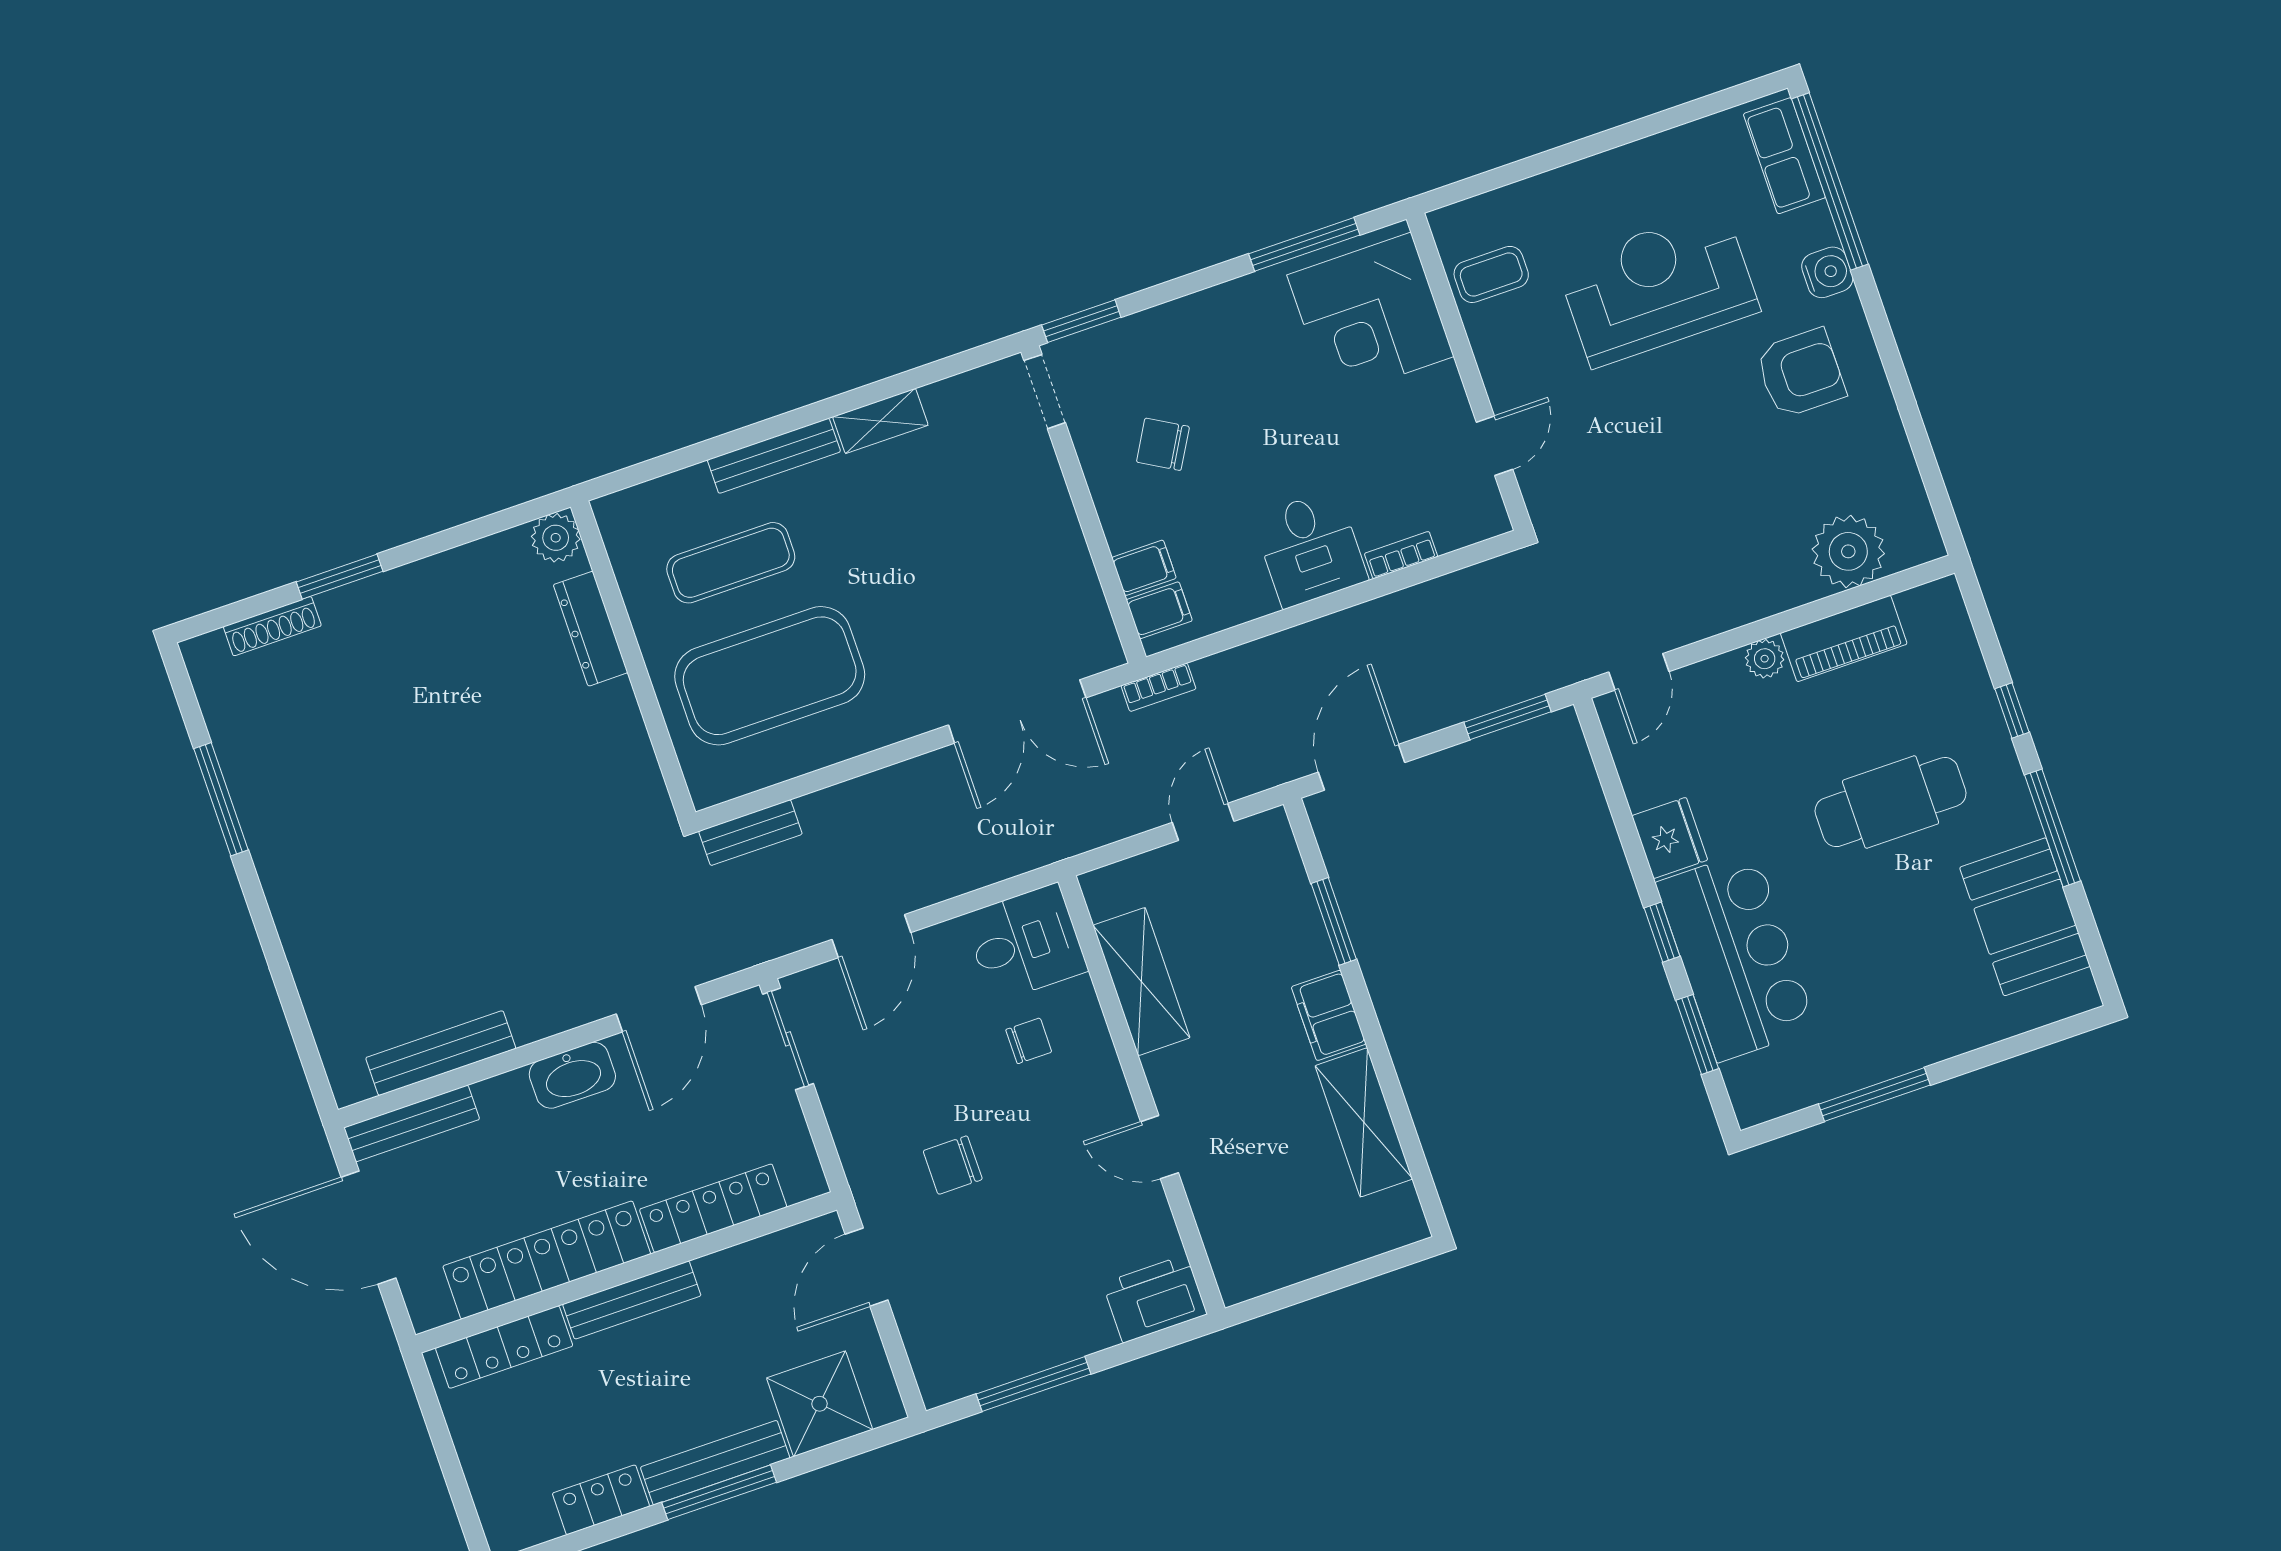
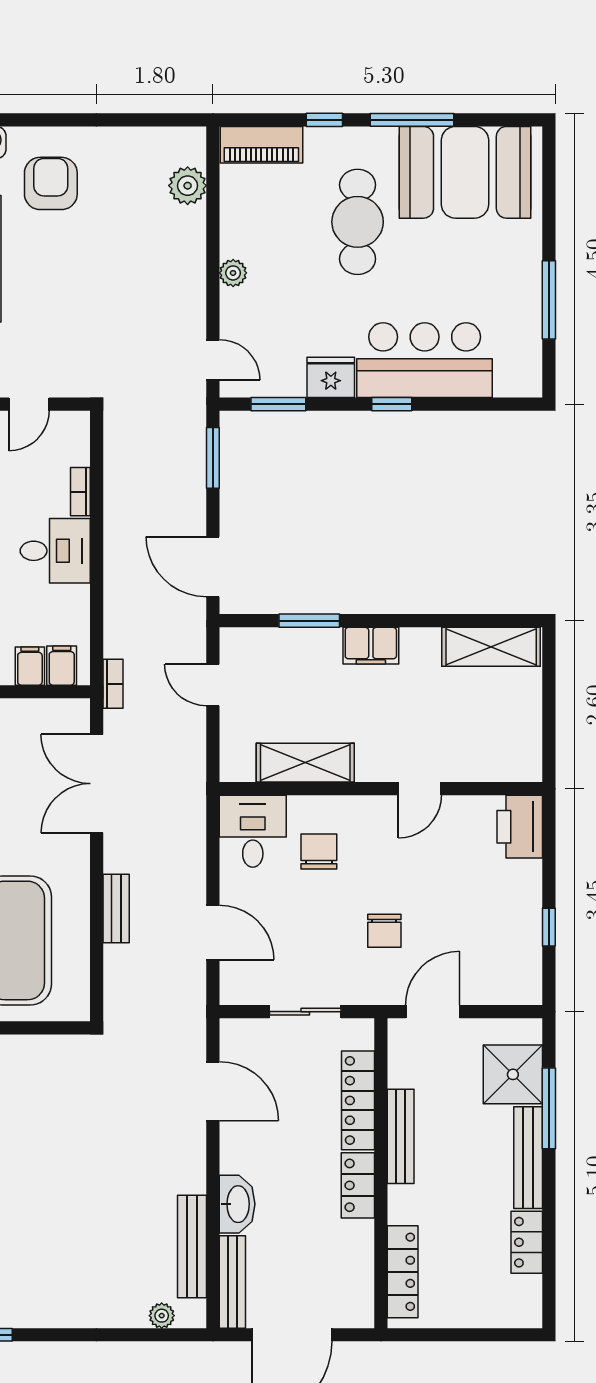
door: (1495, 446) -> (29, 404), swing flipped
plant: (1848, 551) -> (188, 186), width x0.73, depth x0.73
piano: (1844, 638) -> (261, 145), moved, turned 90
double door: (1017, 711) -> (97, 784), swing flipped
bench: (750, 833) -> (116, 908), moved
booth: (2025, 917) -> (465, 172), width x1.36, depth x1.42
window: (1697, 1034) -> (278, 404), moved
sliding door: (788, 1039) -> (305, 1012), moved
chair: (1029, 1041) -> (319, 852), width x1.37, depth x1.37
plant: (334, 1044) -> (162, 1316), added
washbasin: (572, 1075) -> (237, 1204), moved
shelving: (1364, 1122) -> (491, 647), moved
locker: (547, 1260) -> (358, 1185), width x0.46, depth x0.83
door: (867, 1267) -> (433, 1012), swing flipped
bench: (632, 1300) -> (401, 1136), moved
window: (1033, 1384) -> (549, 927), width x0.46
window: (719, 1492) -> (549, 1108), moved

